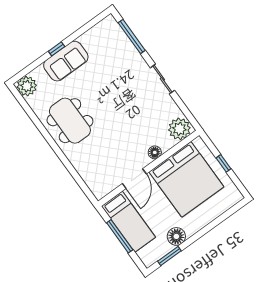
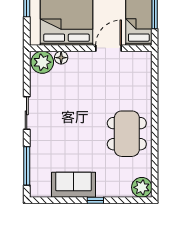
sofa: (66, 61) -> (74, 185), moved
floor lamp: (155, 152) -> (61, 58), moved

